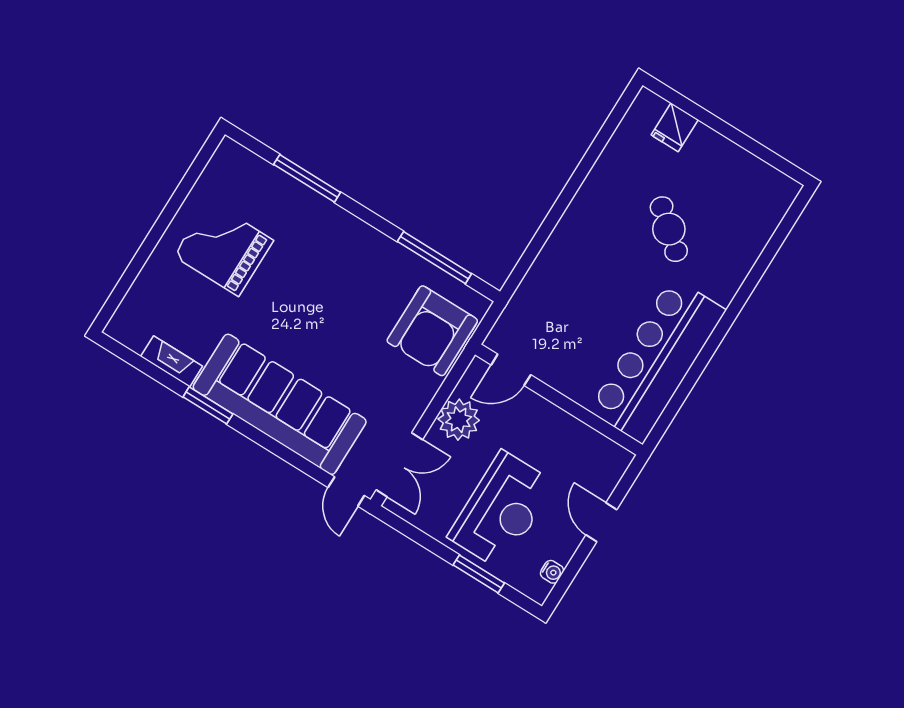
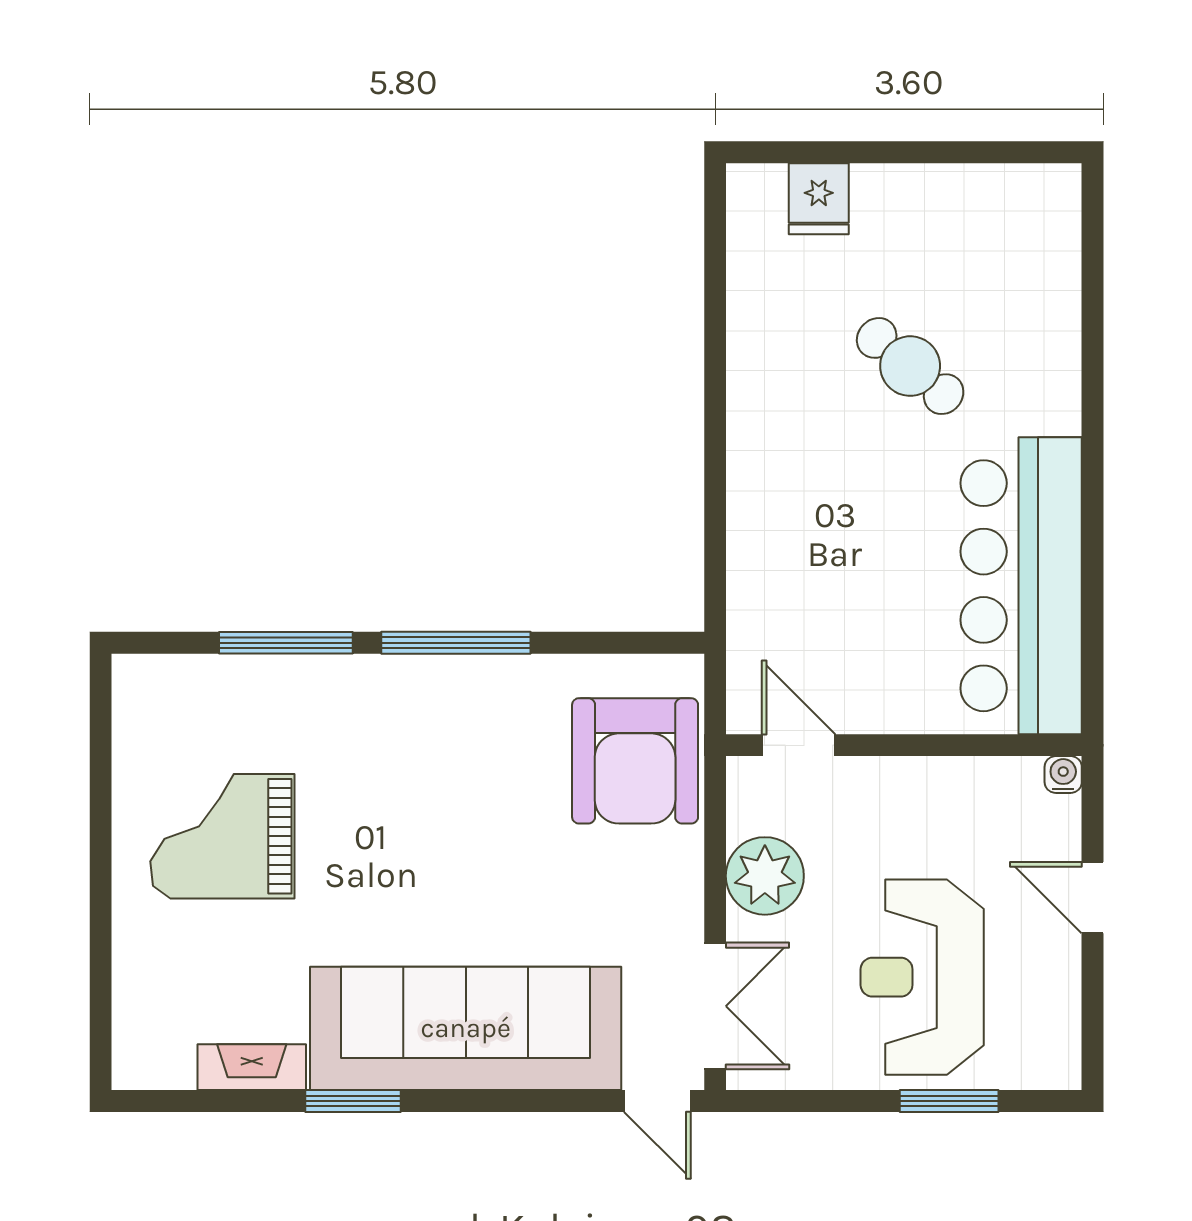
window: (434, 258) -> (456, 643), moved
door: (511, 370) -> (799, 745), swing flipped
reception desk: (502, 510) -> (922, 977), turned 180
water cooler: (552, 572) -> (1063, 775), moved, turned -90

